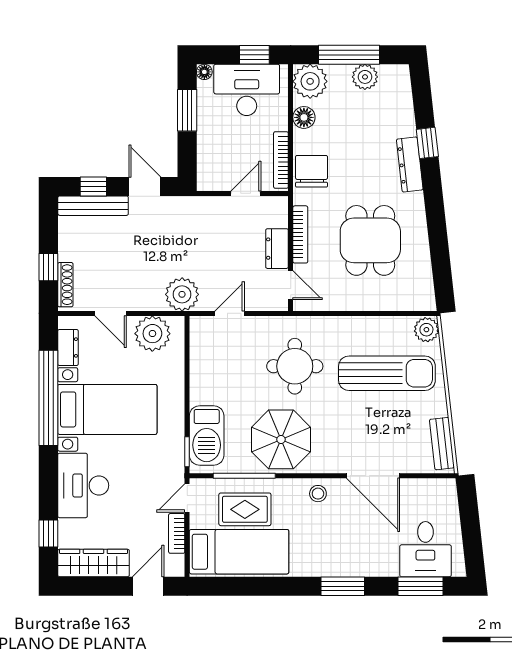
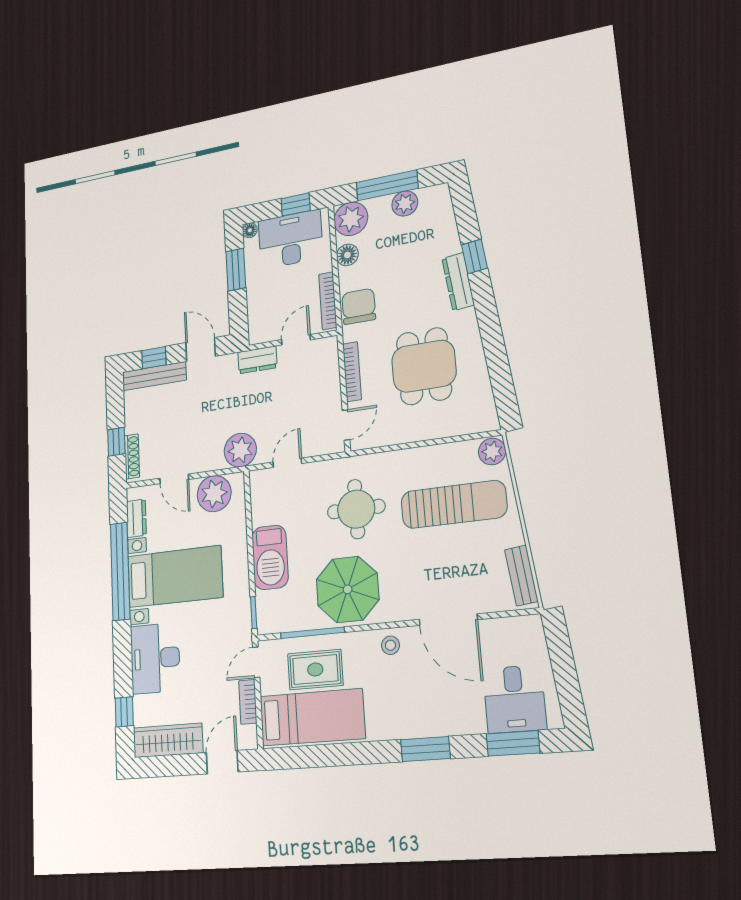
dresser: (277, 249) -> (257, 360), moved, turned -90
door: (291, 285) -> (346, 425), hinge flipped
barbecue: (207, 436) -> (270, 557), moved

